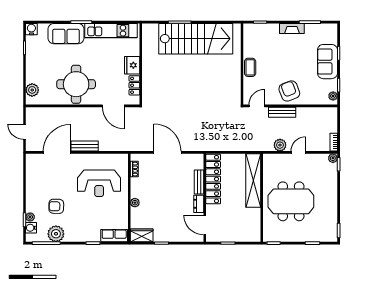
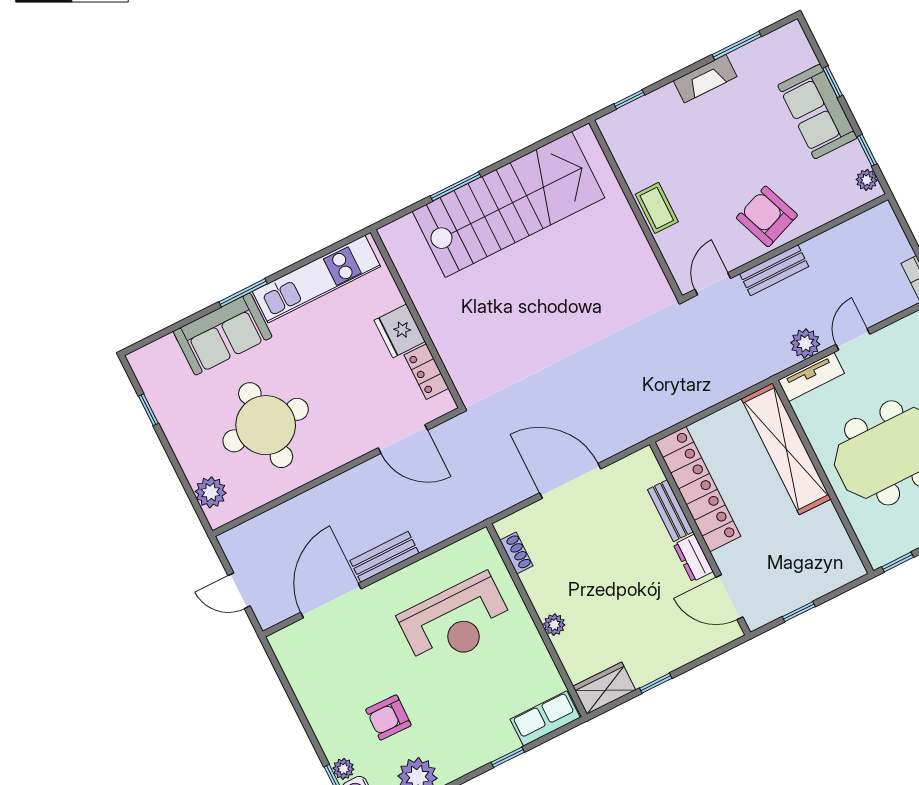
water cooler: (31, 29) -> (143, 362), removed
round table: (76, 84) -> (266, 425), moved
tv unit: (276, 159) -> (811, 377), added

